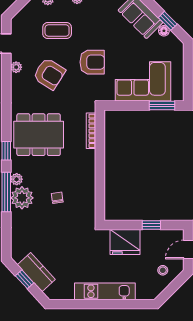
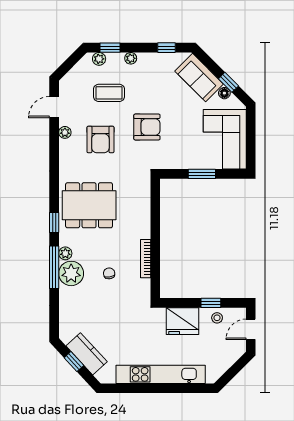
armchair: (49, 74) -> (100, 139), turned 58
corner sofa: (143, 81) -> (225, 139), moved, turned -90
window: (162, 106) -> (202, 174), moved
bookcase: (91, 131) -> (146, 259), moved
stool: (163, 270) -> (217, 318), moved
kitchen unit: (105, 291) -> (161, 374), width x1.36

